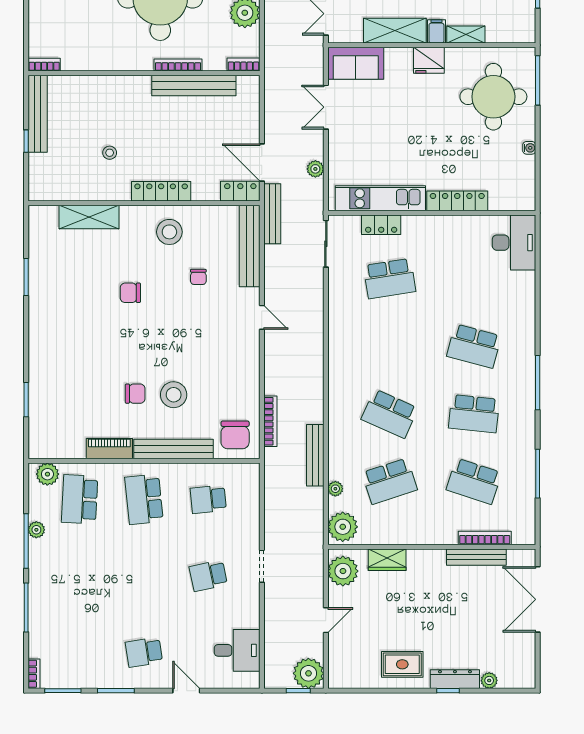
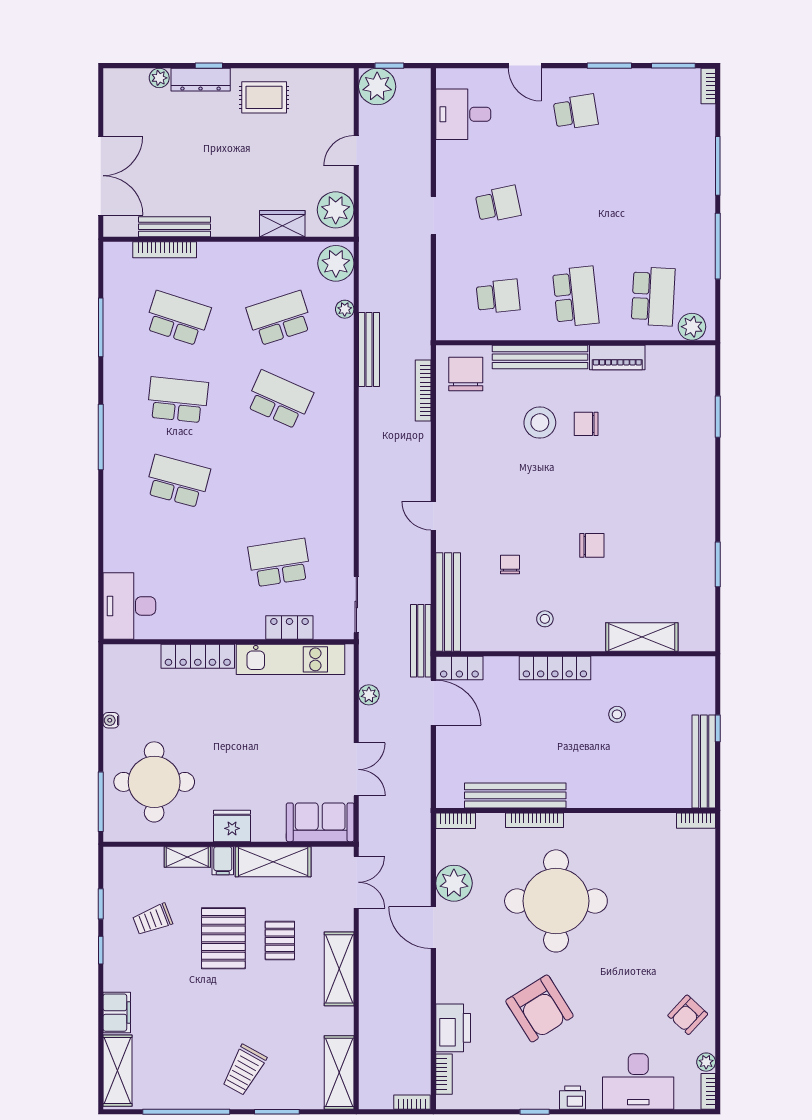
stool: (169, 232) -> (545, 619), width x0.53, depth x0.53
plant: (36, 530) -> (705, 260), removed

